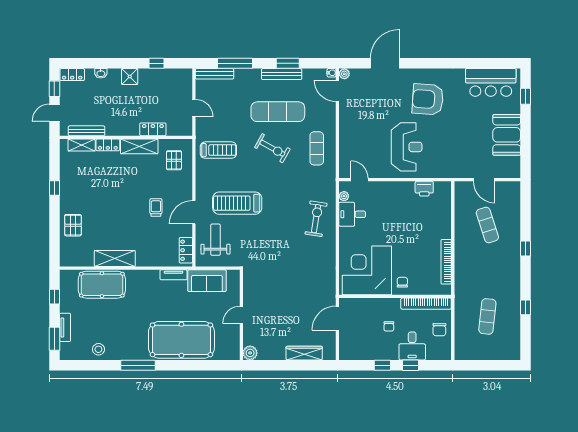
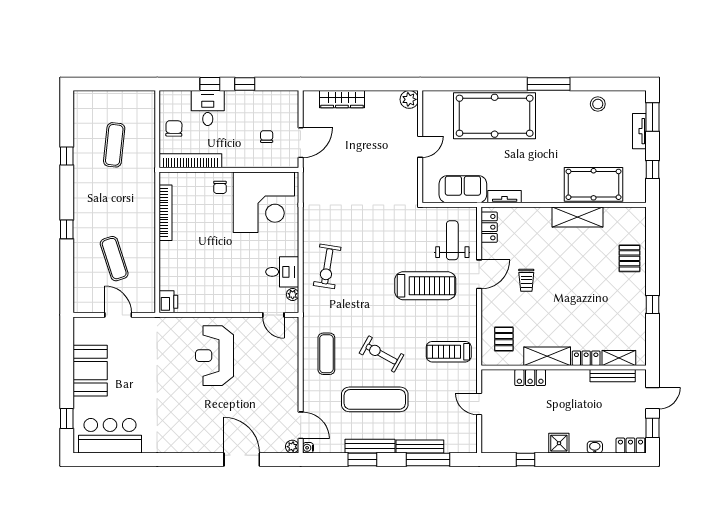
door: (385, 63) -> (242, 460), swing flipped
bench: (215, 74) -> (420, 447), moved
armchair: (428, 99) -> (188, 415), removed
printer: (424, 189) -> (168, 302), moved, turned 90
weight bench: (215, 240) -> (452, 240), turned 180
chair: (389, 326) -> (267, 137), moved

